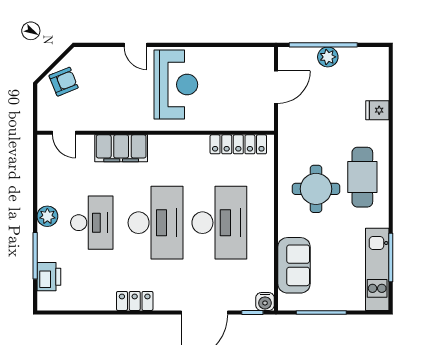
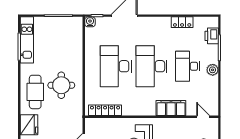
fridge: (377, 110) -> (29, 125), width x1.88, depth x1.34
sofa: (294, 265) -> (74, 42), removed
locker: (135, 301) -> (182, 22), moved

